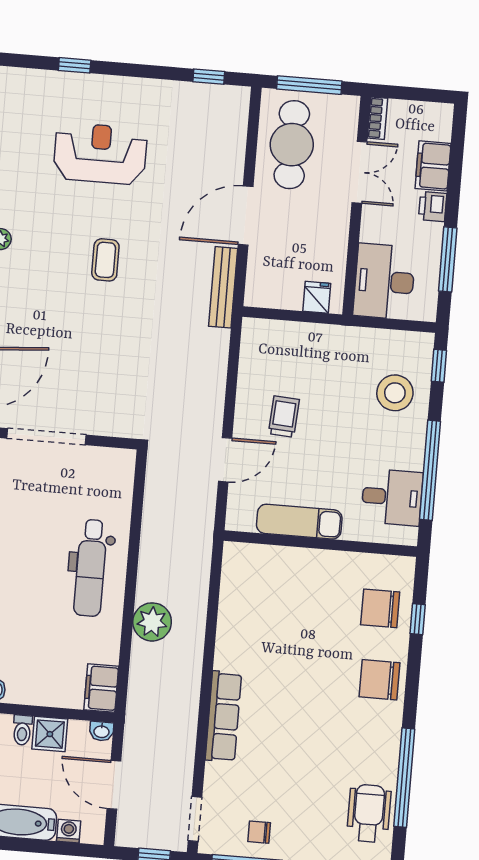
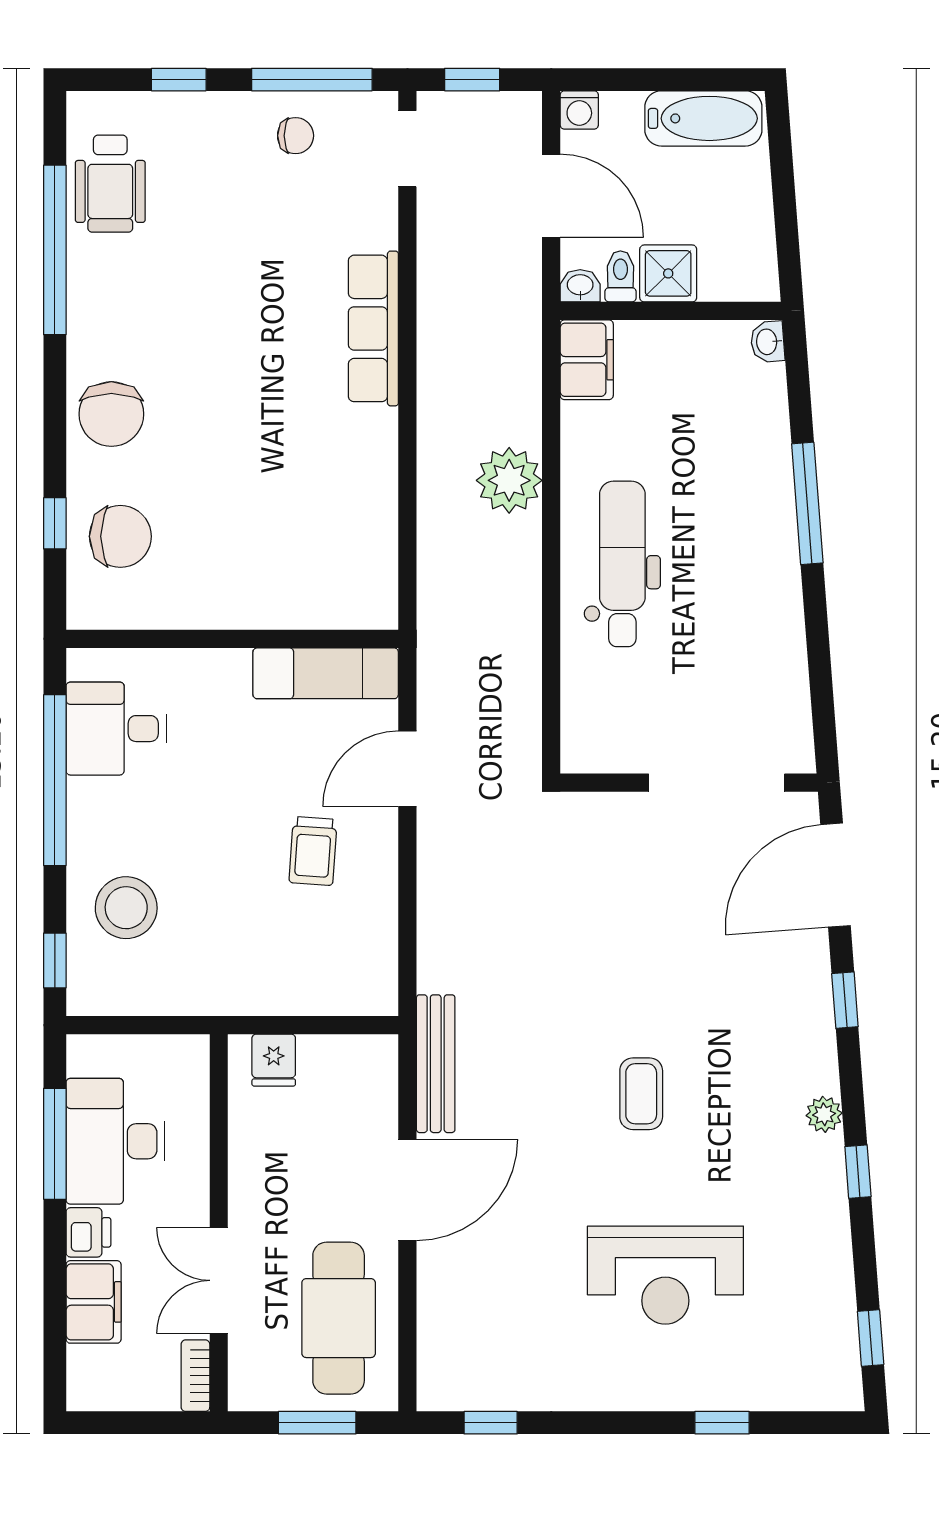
window: (309, 85) -> (317, 1423), width x0.69
desk: (384, 281) -> (115, 1141), moved, turned 180
exam couch: (299, 522) -> (326, 673), moved
chair: (379, 680) -> (111, 414), turned 90
toilet: (22, 730) -> (620, 276), moved
washing machine: (69, 831) -> (579, 110), moved

